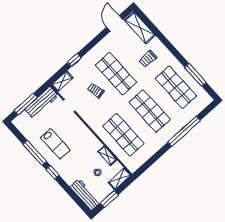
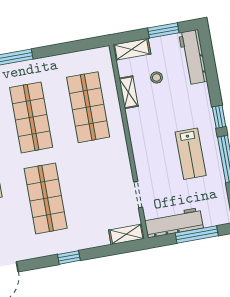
window: (74, 60) -> (69, 257), moved
trolley: (96, 90) -> (88, 192), removed
lab bench: (55, 144) -> (191, 154), turned 180

